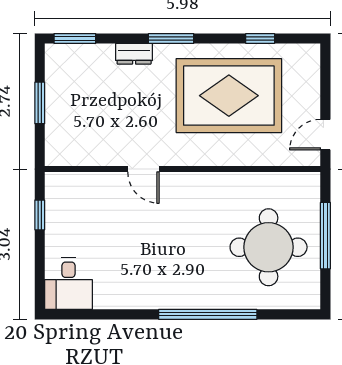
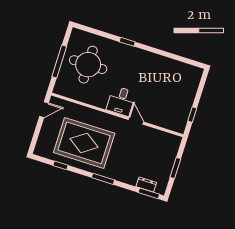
dresser: (134, 54) -> (146, 185), moved
desk: (69, 284) -> (121, 101), moved, turned 180
window: (208, 314) -> (127, 42), width x0.32

